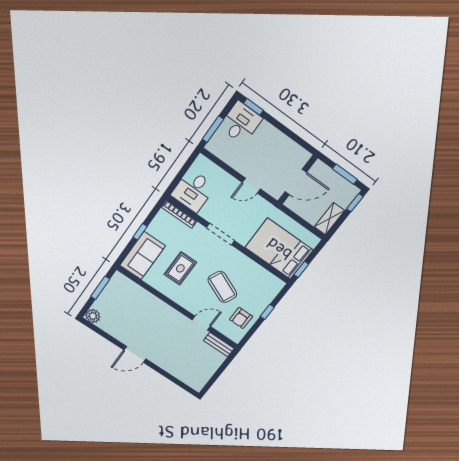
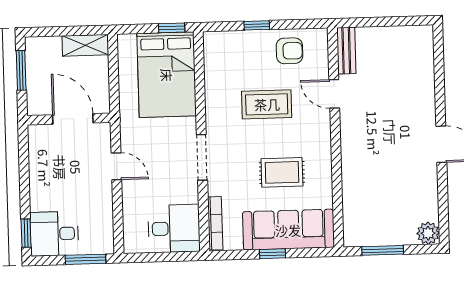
window: (355, 203) -> (44, 32), removed
sofa: (143, 256) -> (288, 230), width x1.36
coffee table: (222, 287) -> (267, 104), turned 66

